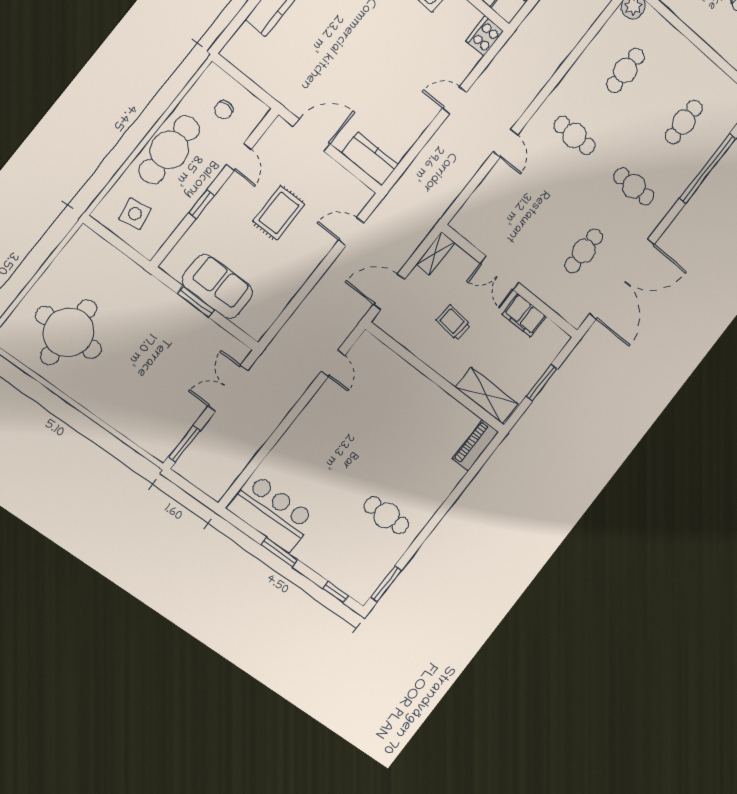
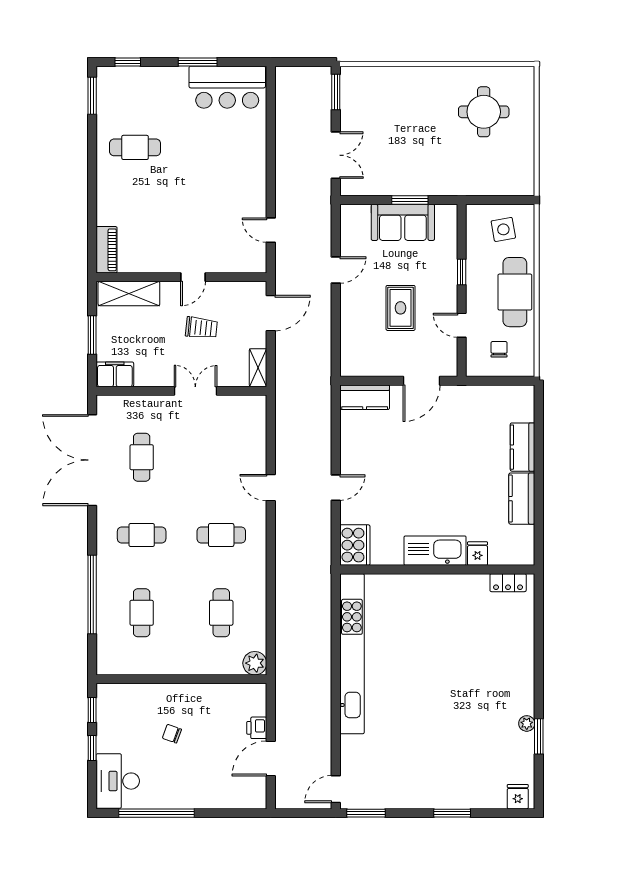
cooker: (485, 36) -> (355, 545), width x1.37, depth x1.31
door: (351, 232) -> (336, 270), moved
filing cabinet: (524, 315) -> (115, 374), moved
round table: (69, 332) -> (484, 112), width x0.73, depth x0.73
door: (427, 371) -> (193, 277), added

